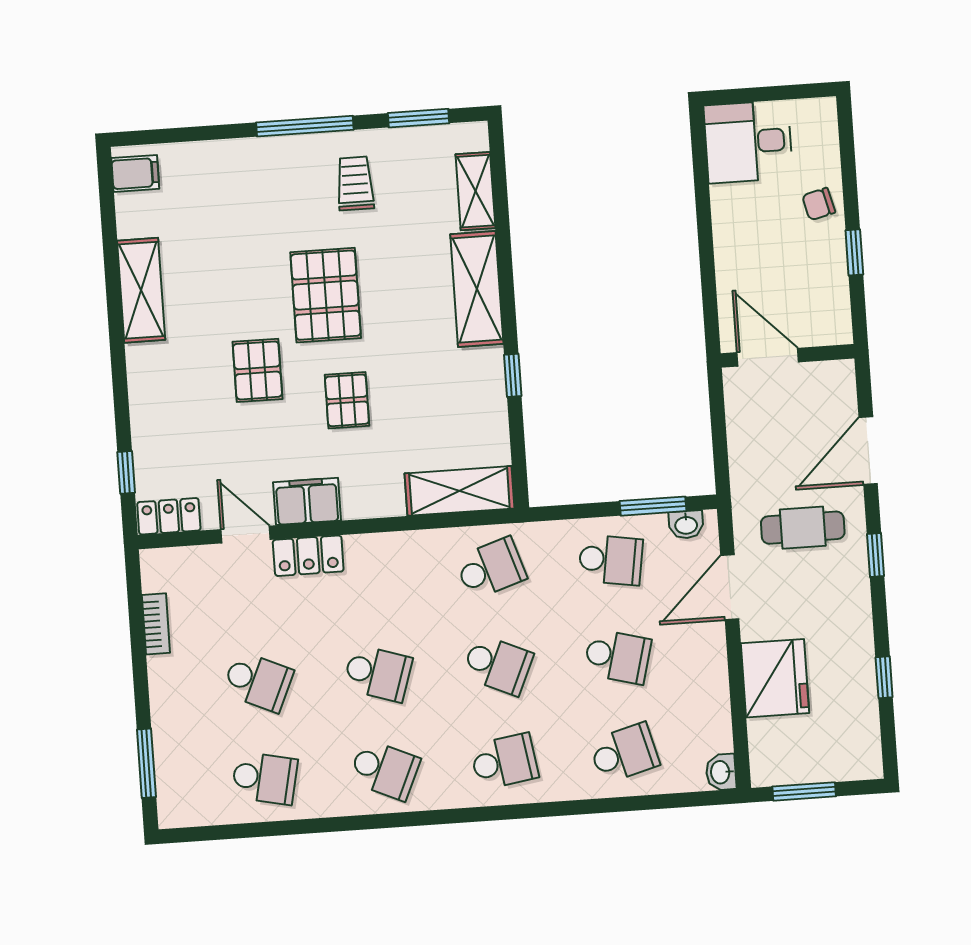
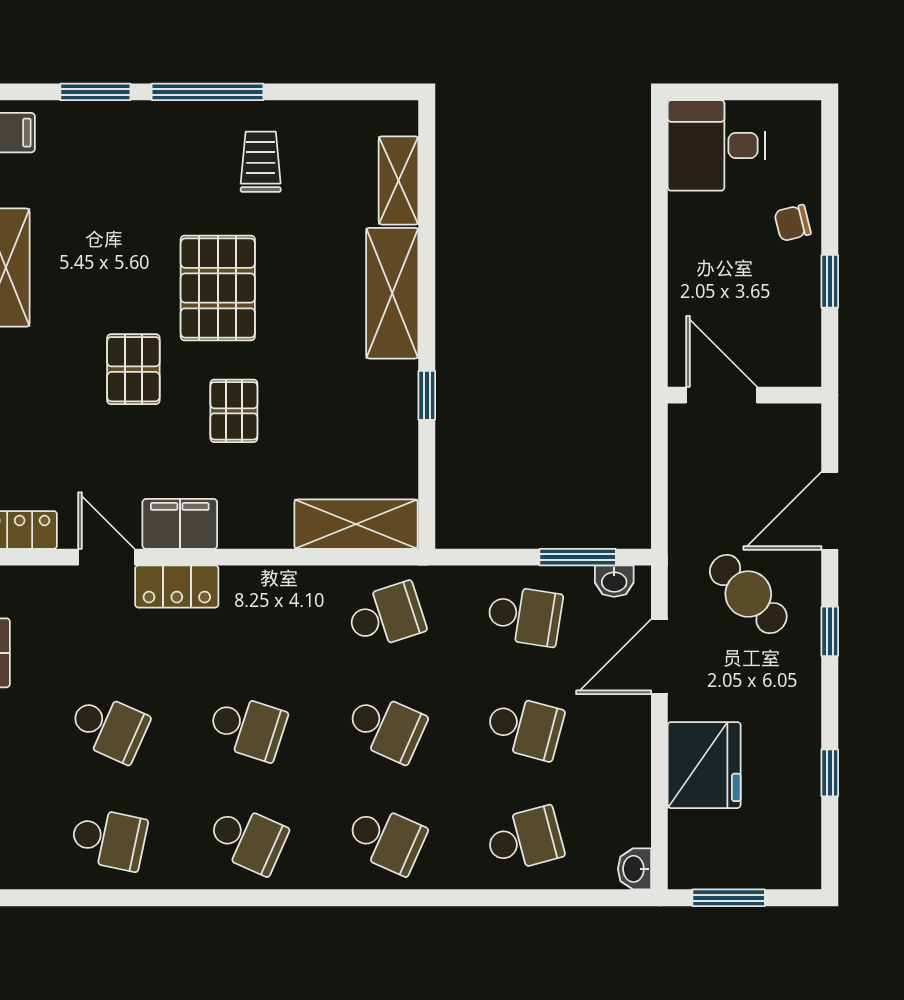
window: (419, 118) -> (95, 92), moved
cafe table: (803, 528) -> (748, 594), turned 46
school desk: (504, 761) -> (386, 839), turned 33

